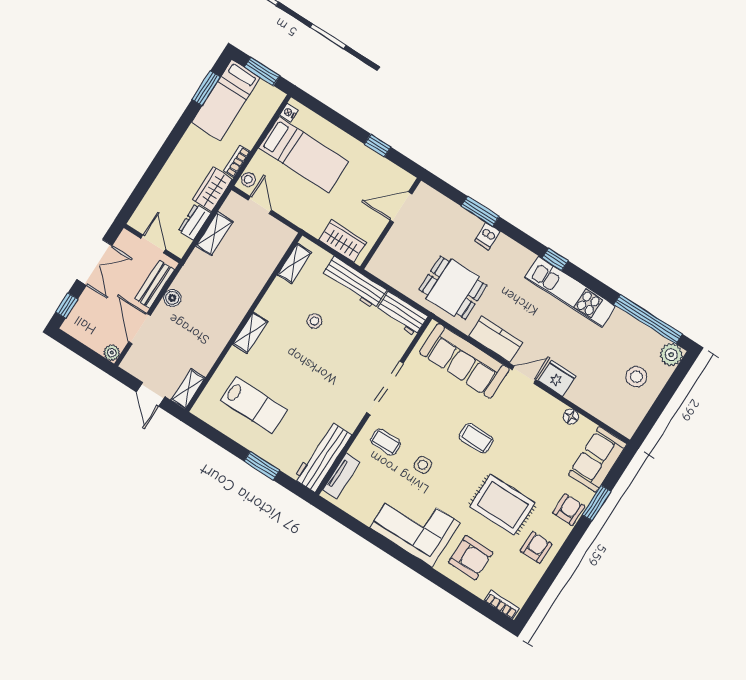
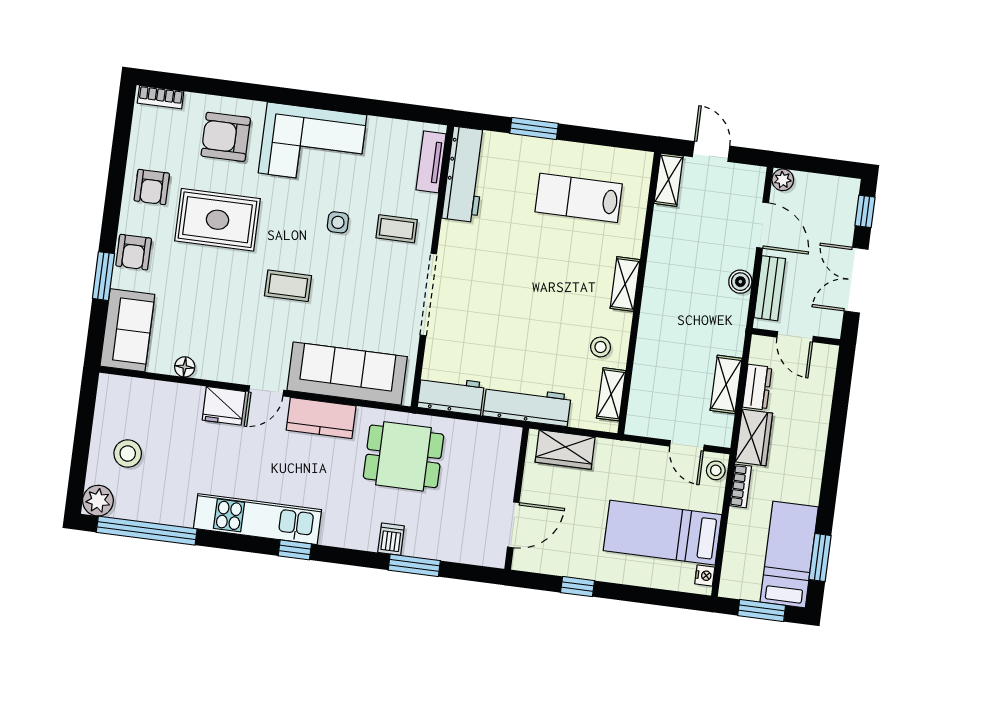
stool: (314, 321) -> (601, 347), moved

